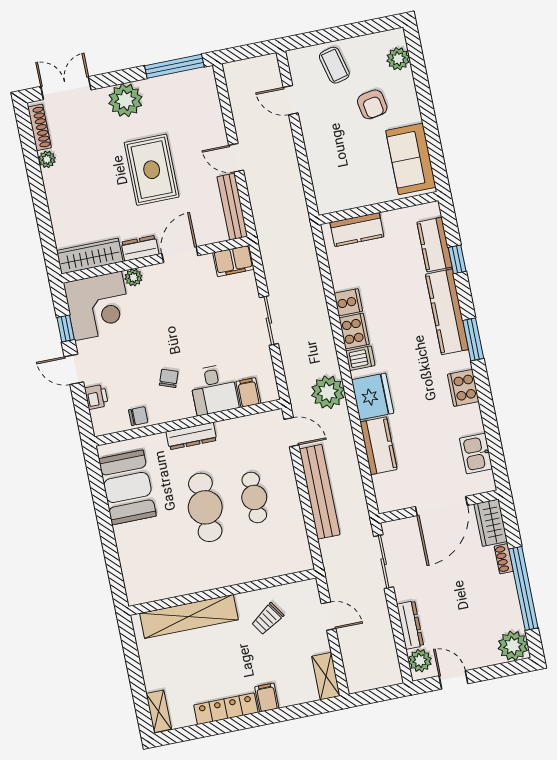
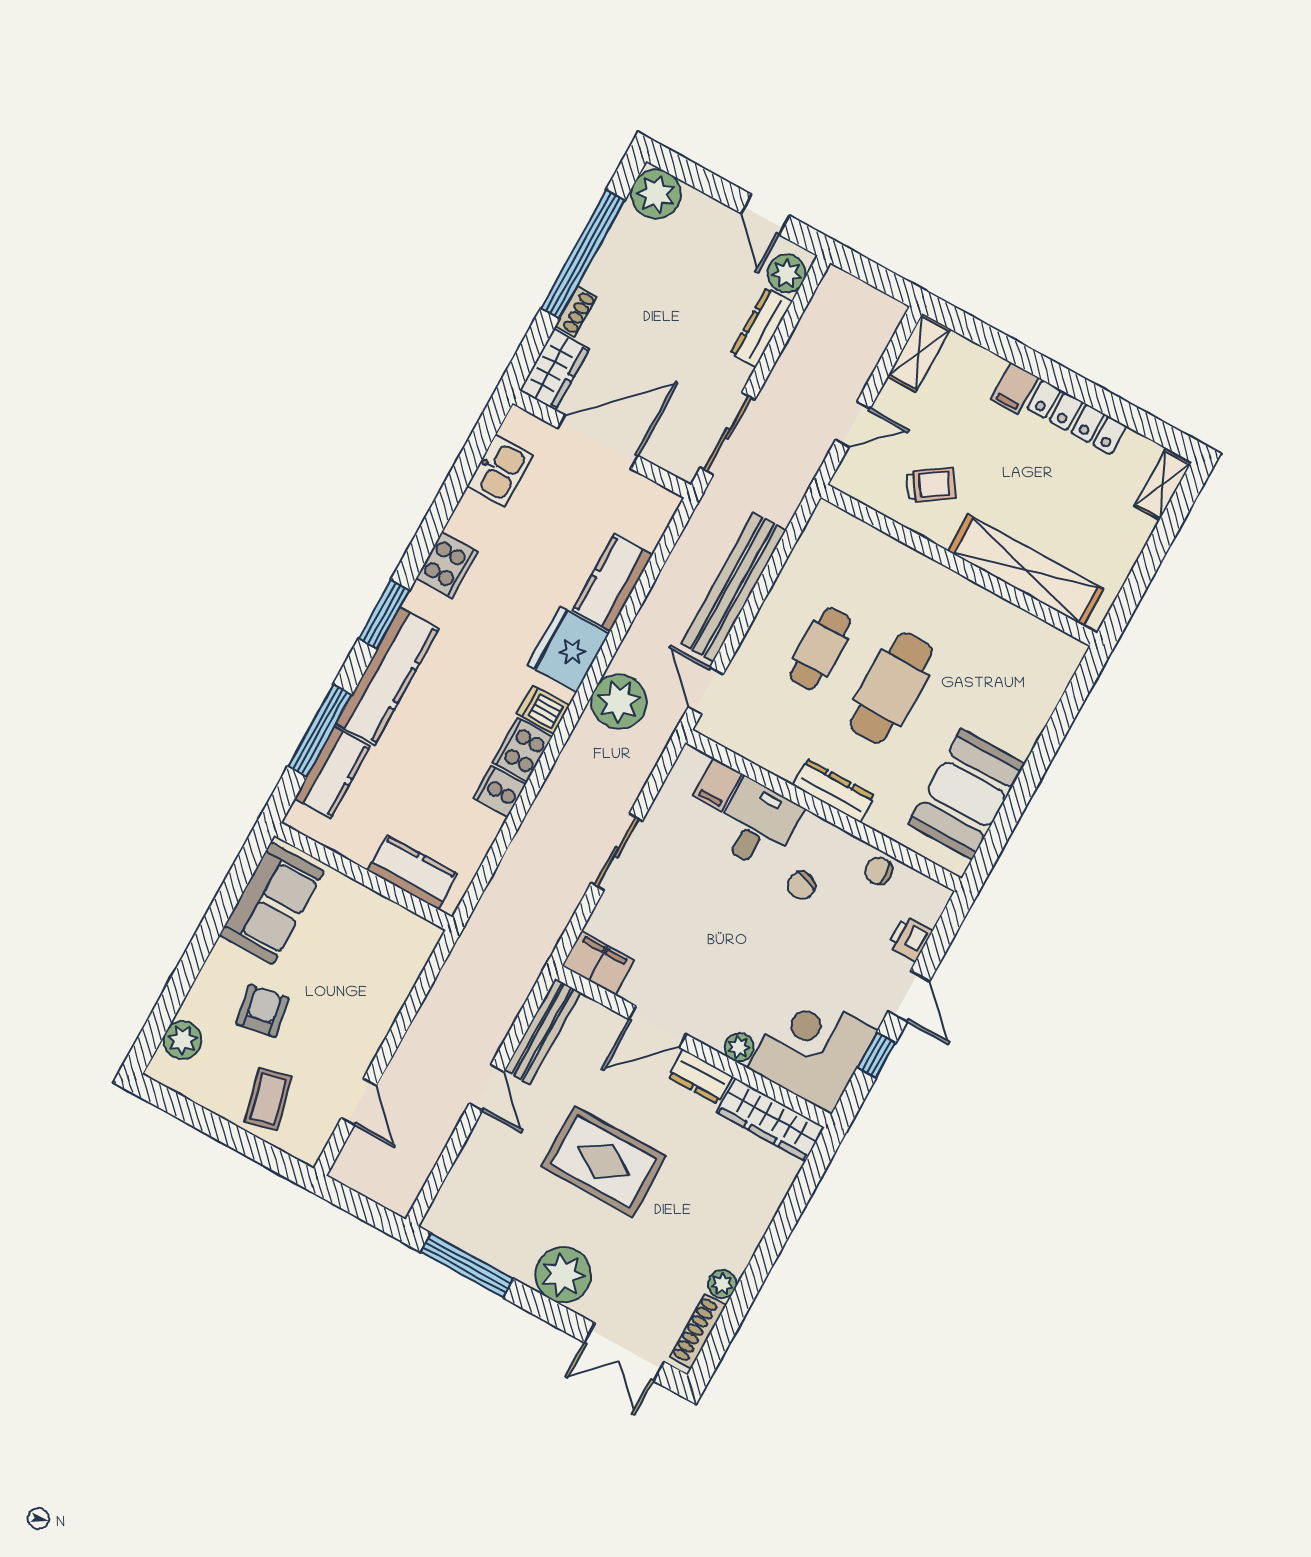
rug: (152, 170) -> (604, 1162), turned 90
window: (457, 259) -> (320, 730), width x2.17
door: (329, 616) -> (853, 424), swing flipped

